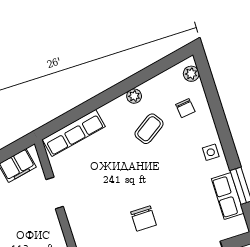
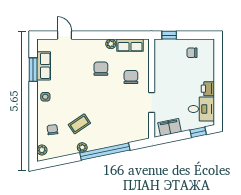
window: (100, 101) -> (105, 151), added
row of seats: (74, 133) -> (128, 136), removed
chair: (96, 220) -> (131, 77), added

